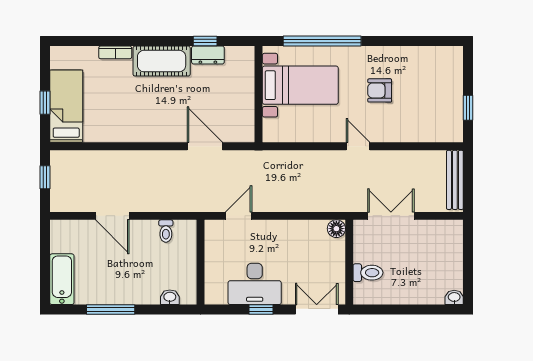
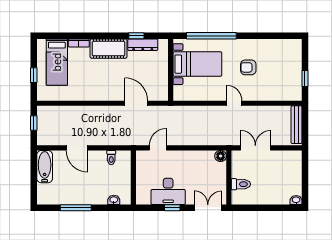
dresser: (208, 55) -> (143, 45), width x1.44
bed: (66, 106) -> (57, 62), moved, turned 180
bathtub: (62, 279) -> (45, 167), moved

